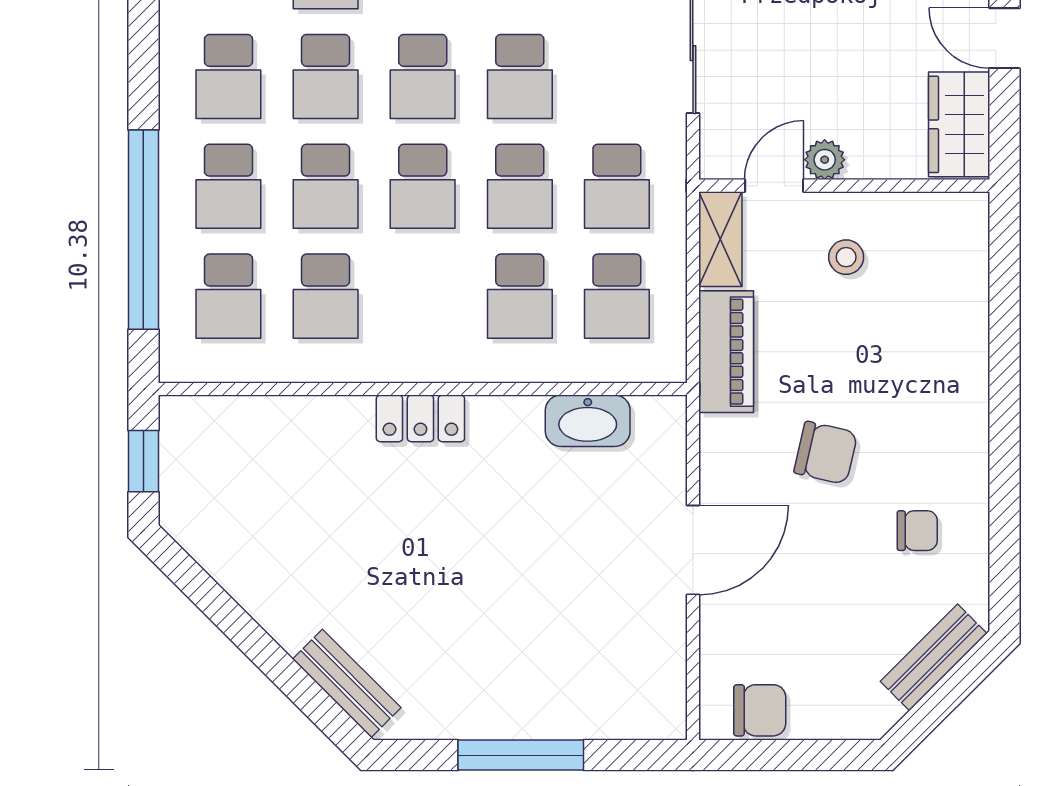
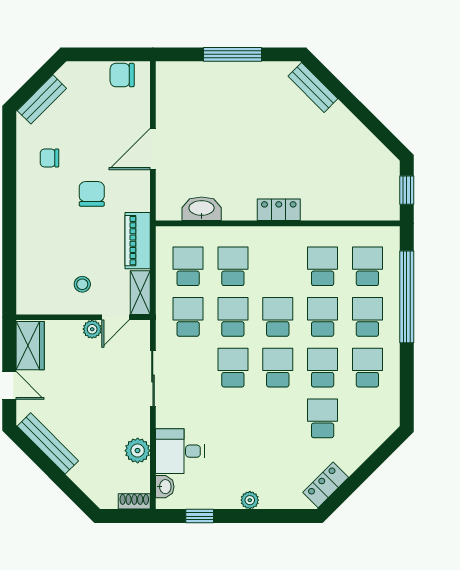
chair: (826, 453) -> (92, 194), turned 77

